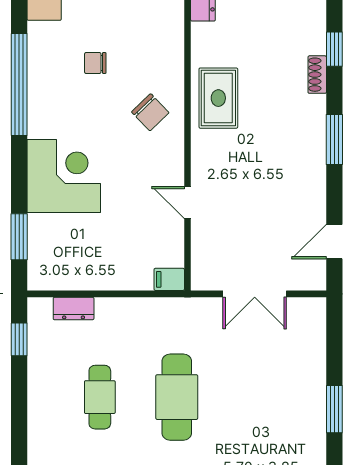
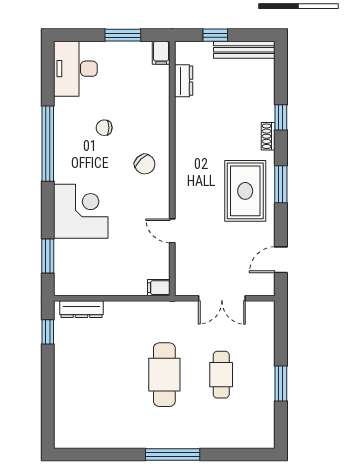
rug: (218, 98) -> (245, 191), moved, width x1.36, depth x1.43
dresser: (74, 308) -> (81, 309), width x1.44
cafe table: (100, 397) -> (221, 375), moved

